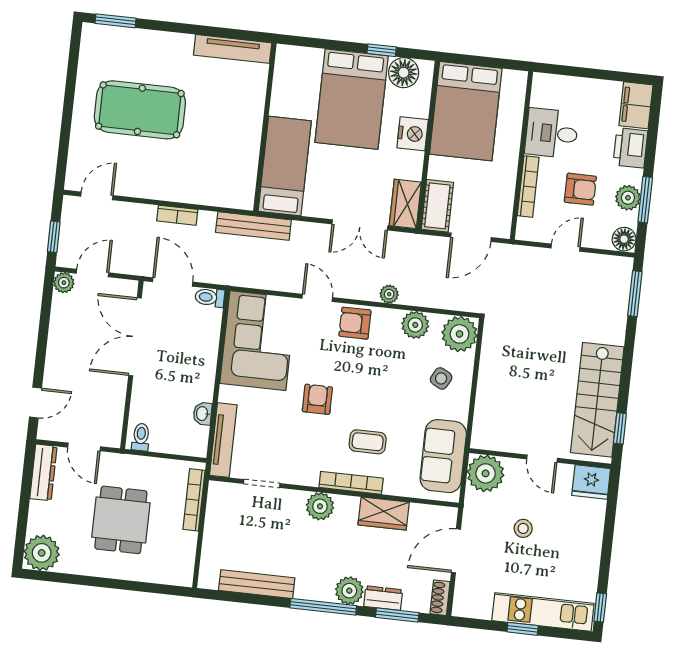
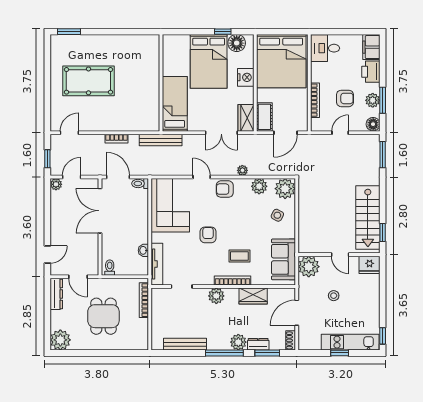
tv unit: (233, 49) -> (138, 40), removed
bed: (466, 111) -> (281, 61), width x1.36
desk: (552, 133) -> (325, 48), moved

